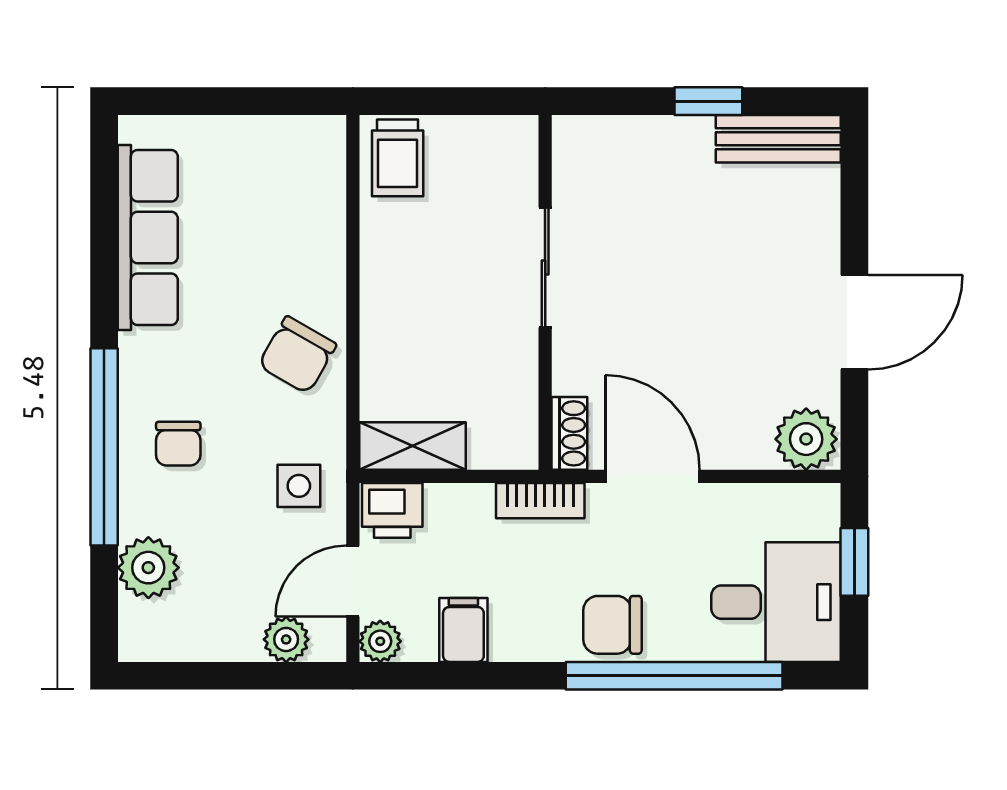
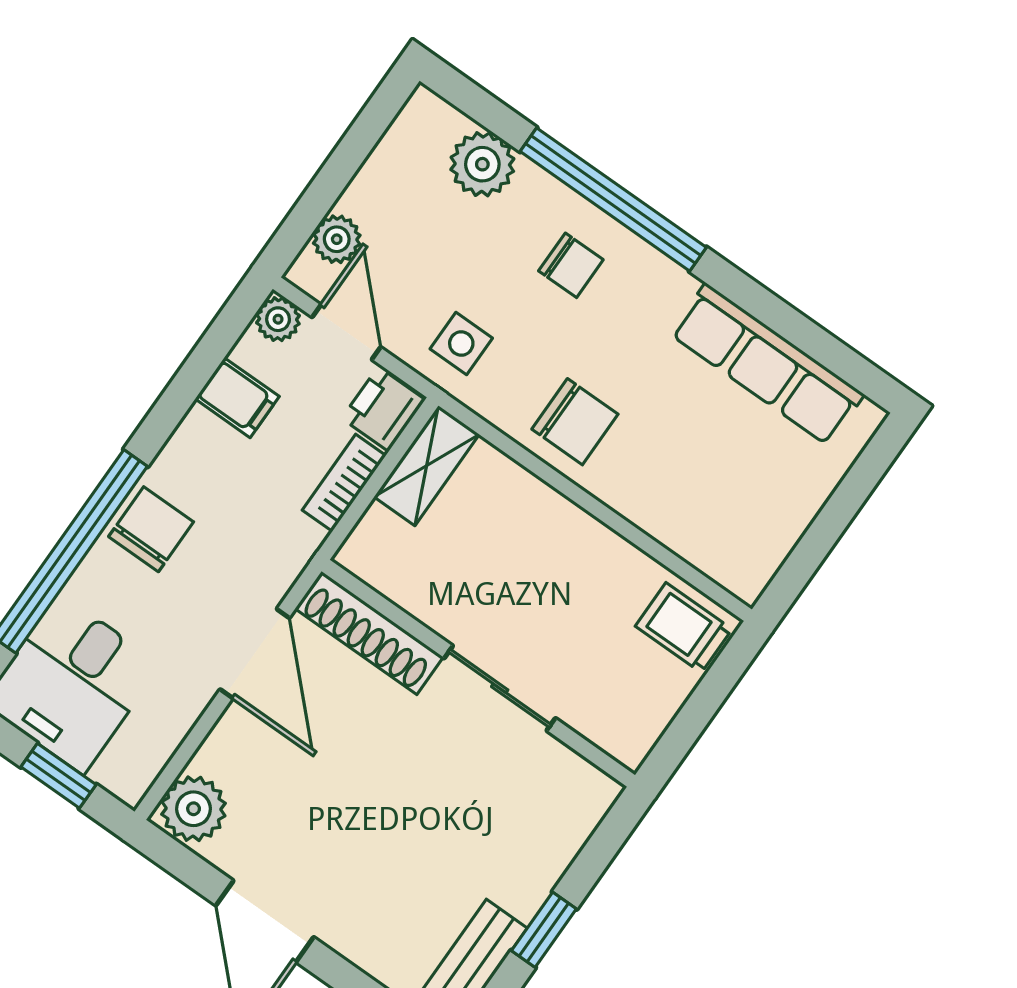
chair: (297, 355) -> (575, 422), turned 150
shoe rack: (569, 433) -> (369, 633), width x1.94, depth x1.24
chair: (178, 444) -> (571, 265), turned 180
door: (652, 476) -> (255, 654), hinge flipped
bookcase: (540, 501) -> (344, 483), moved

